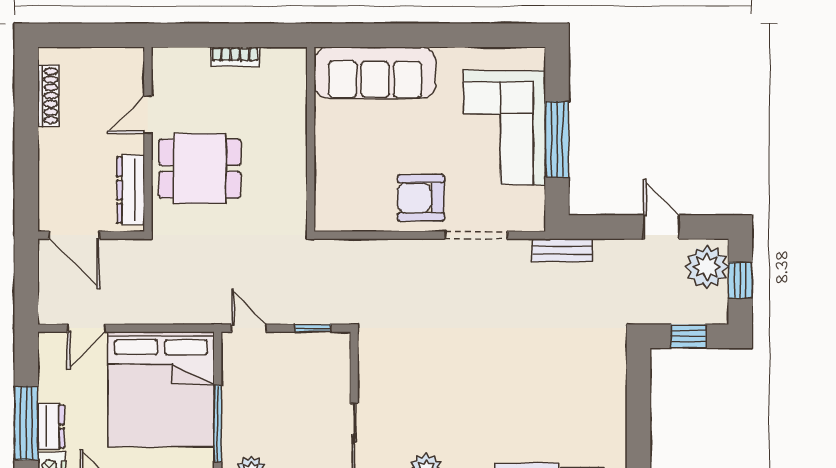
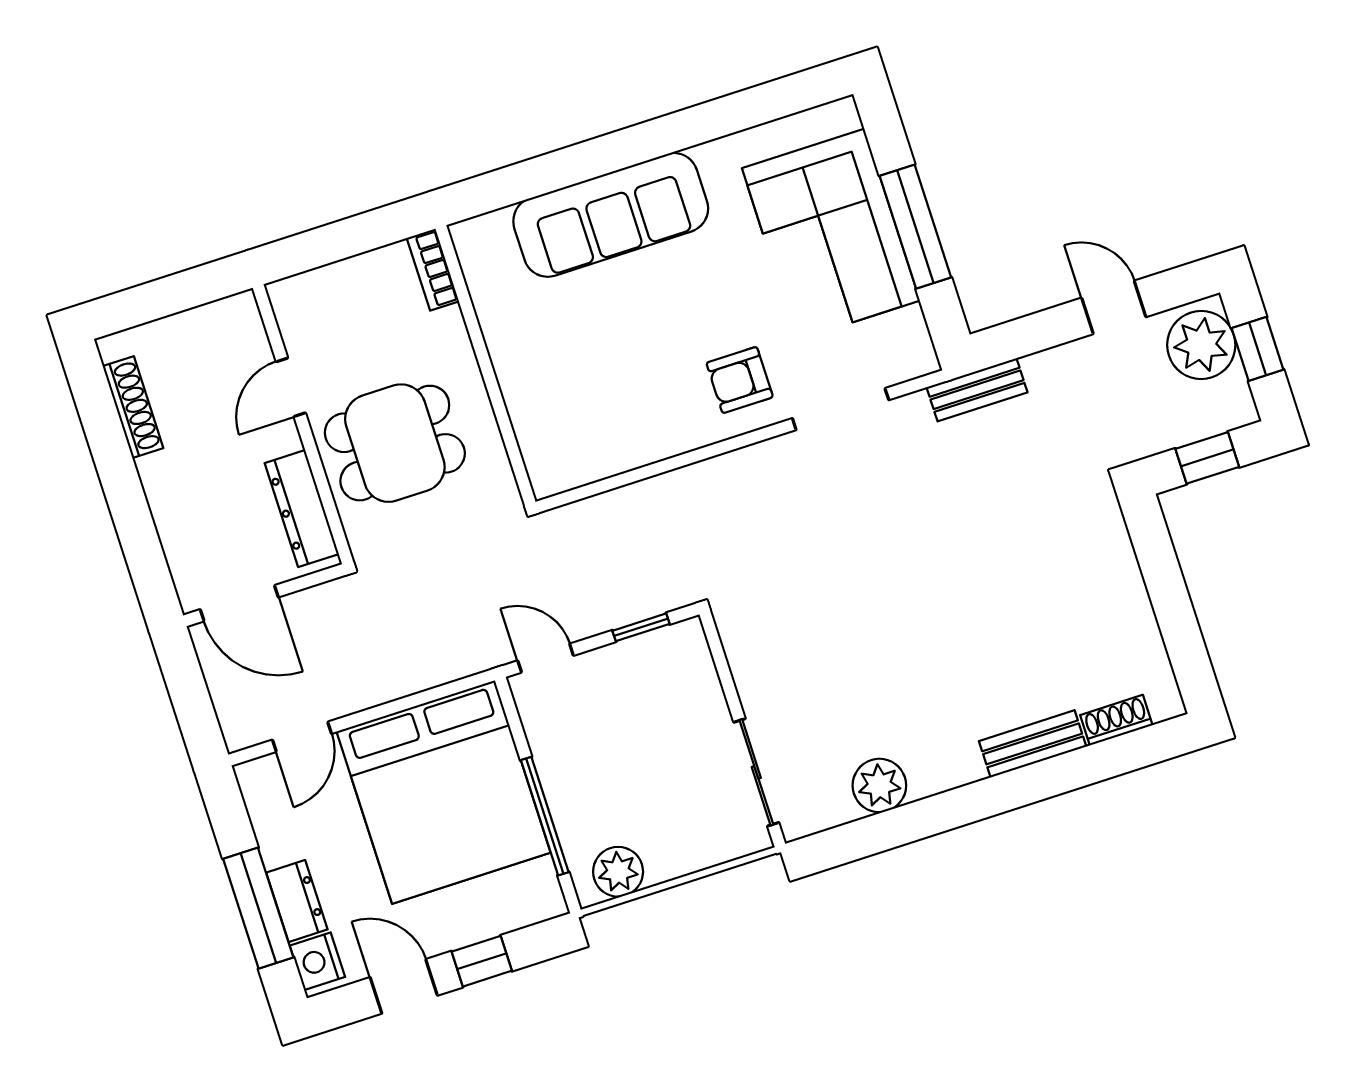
bookcase: (235, 57) -> (433, 270), moved, turned 90
wall: (311, 139) -> (486, 365), moved
armchair: (421, 198) -> (740, 380), width x0.72, depth x0.72

